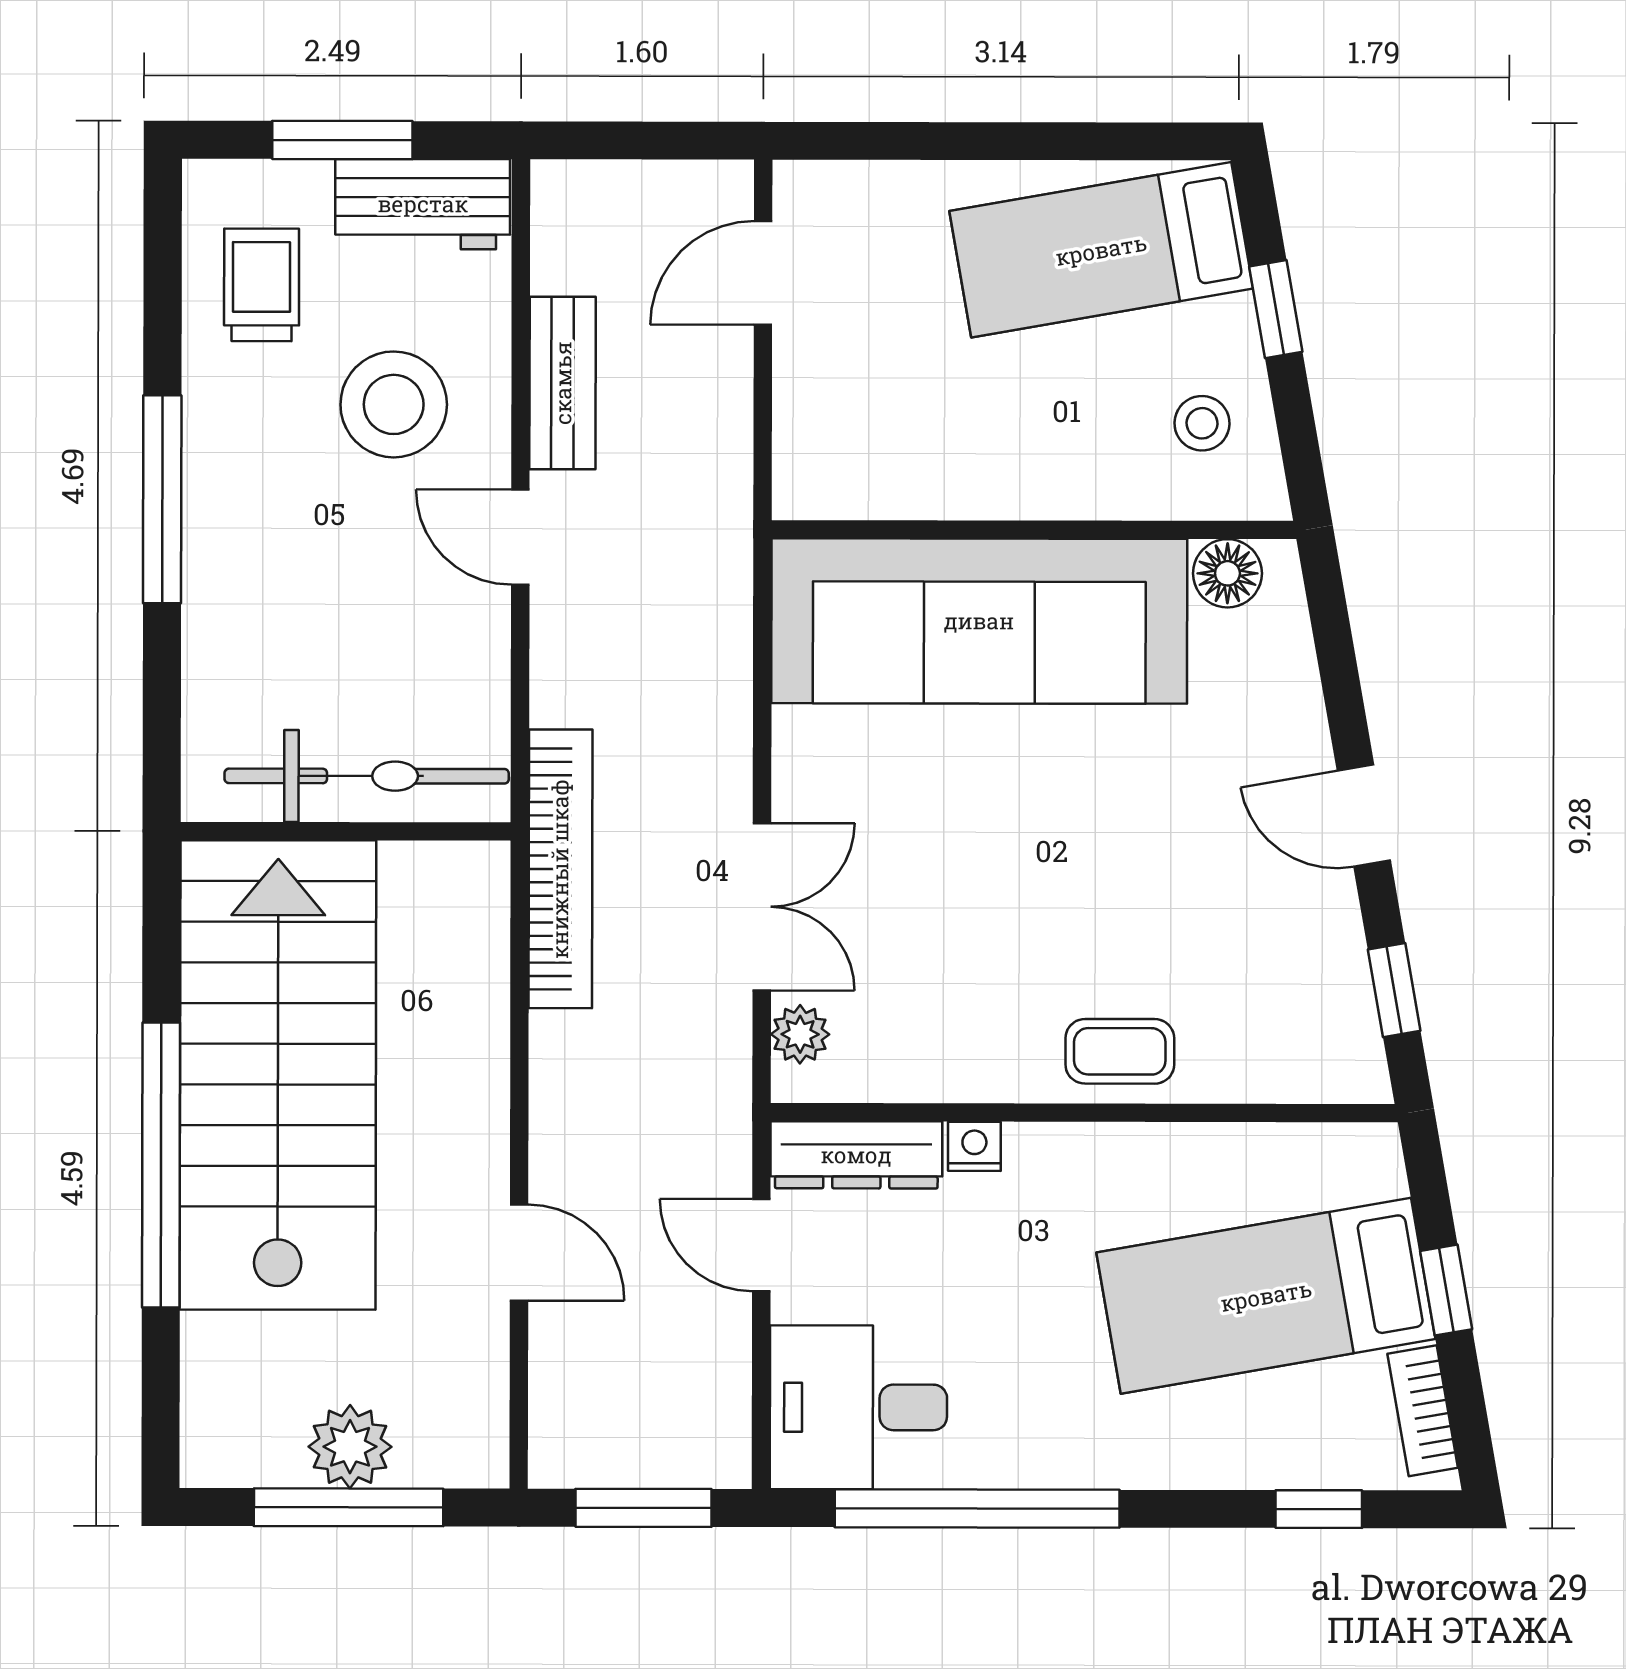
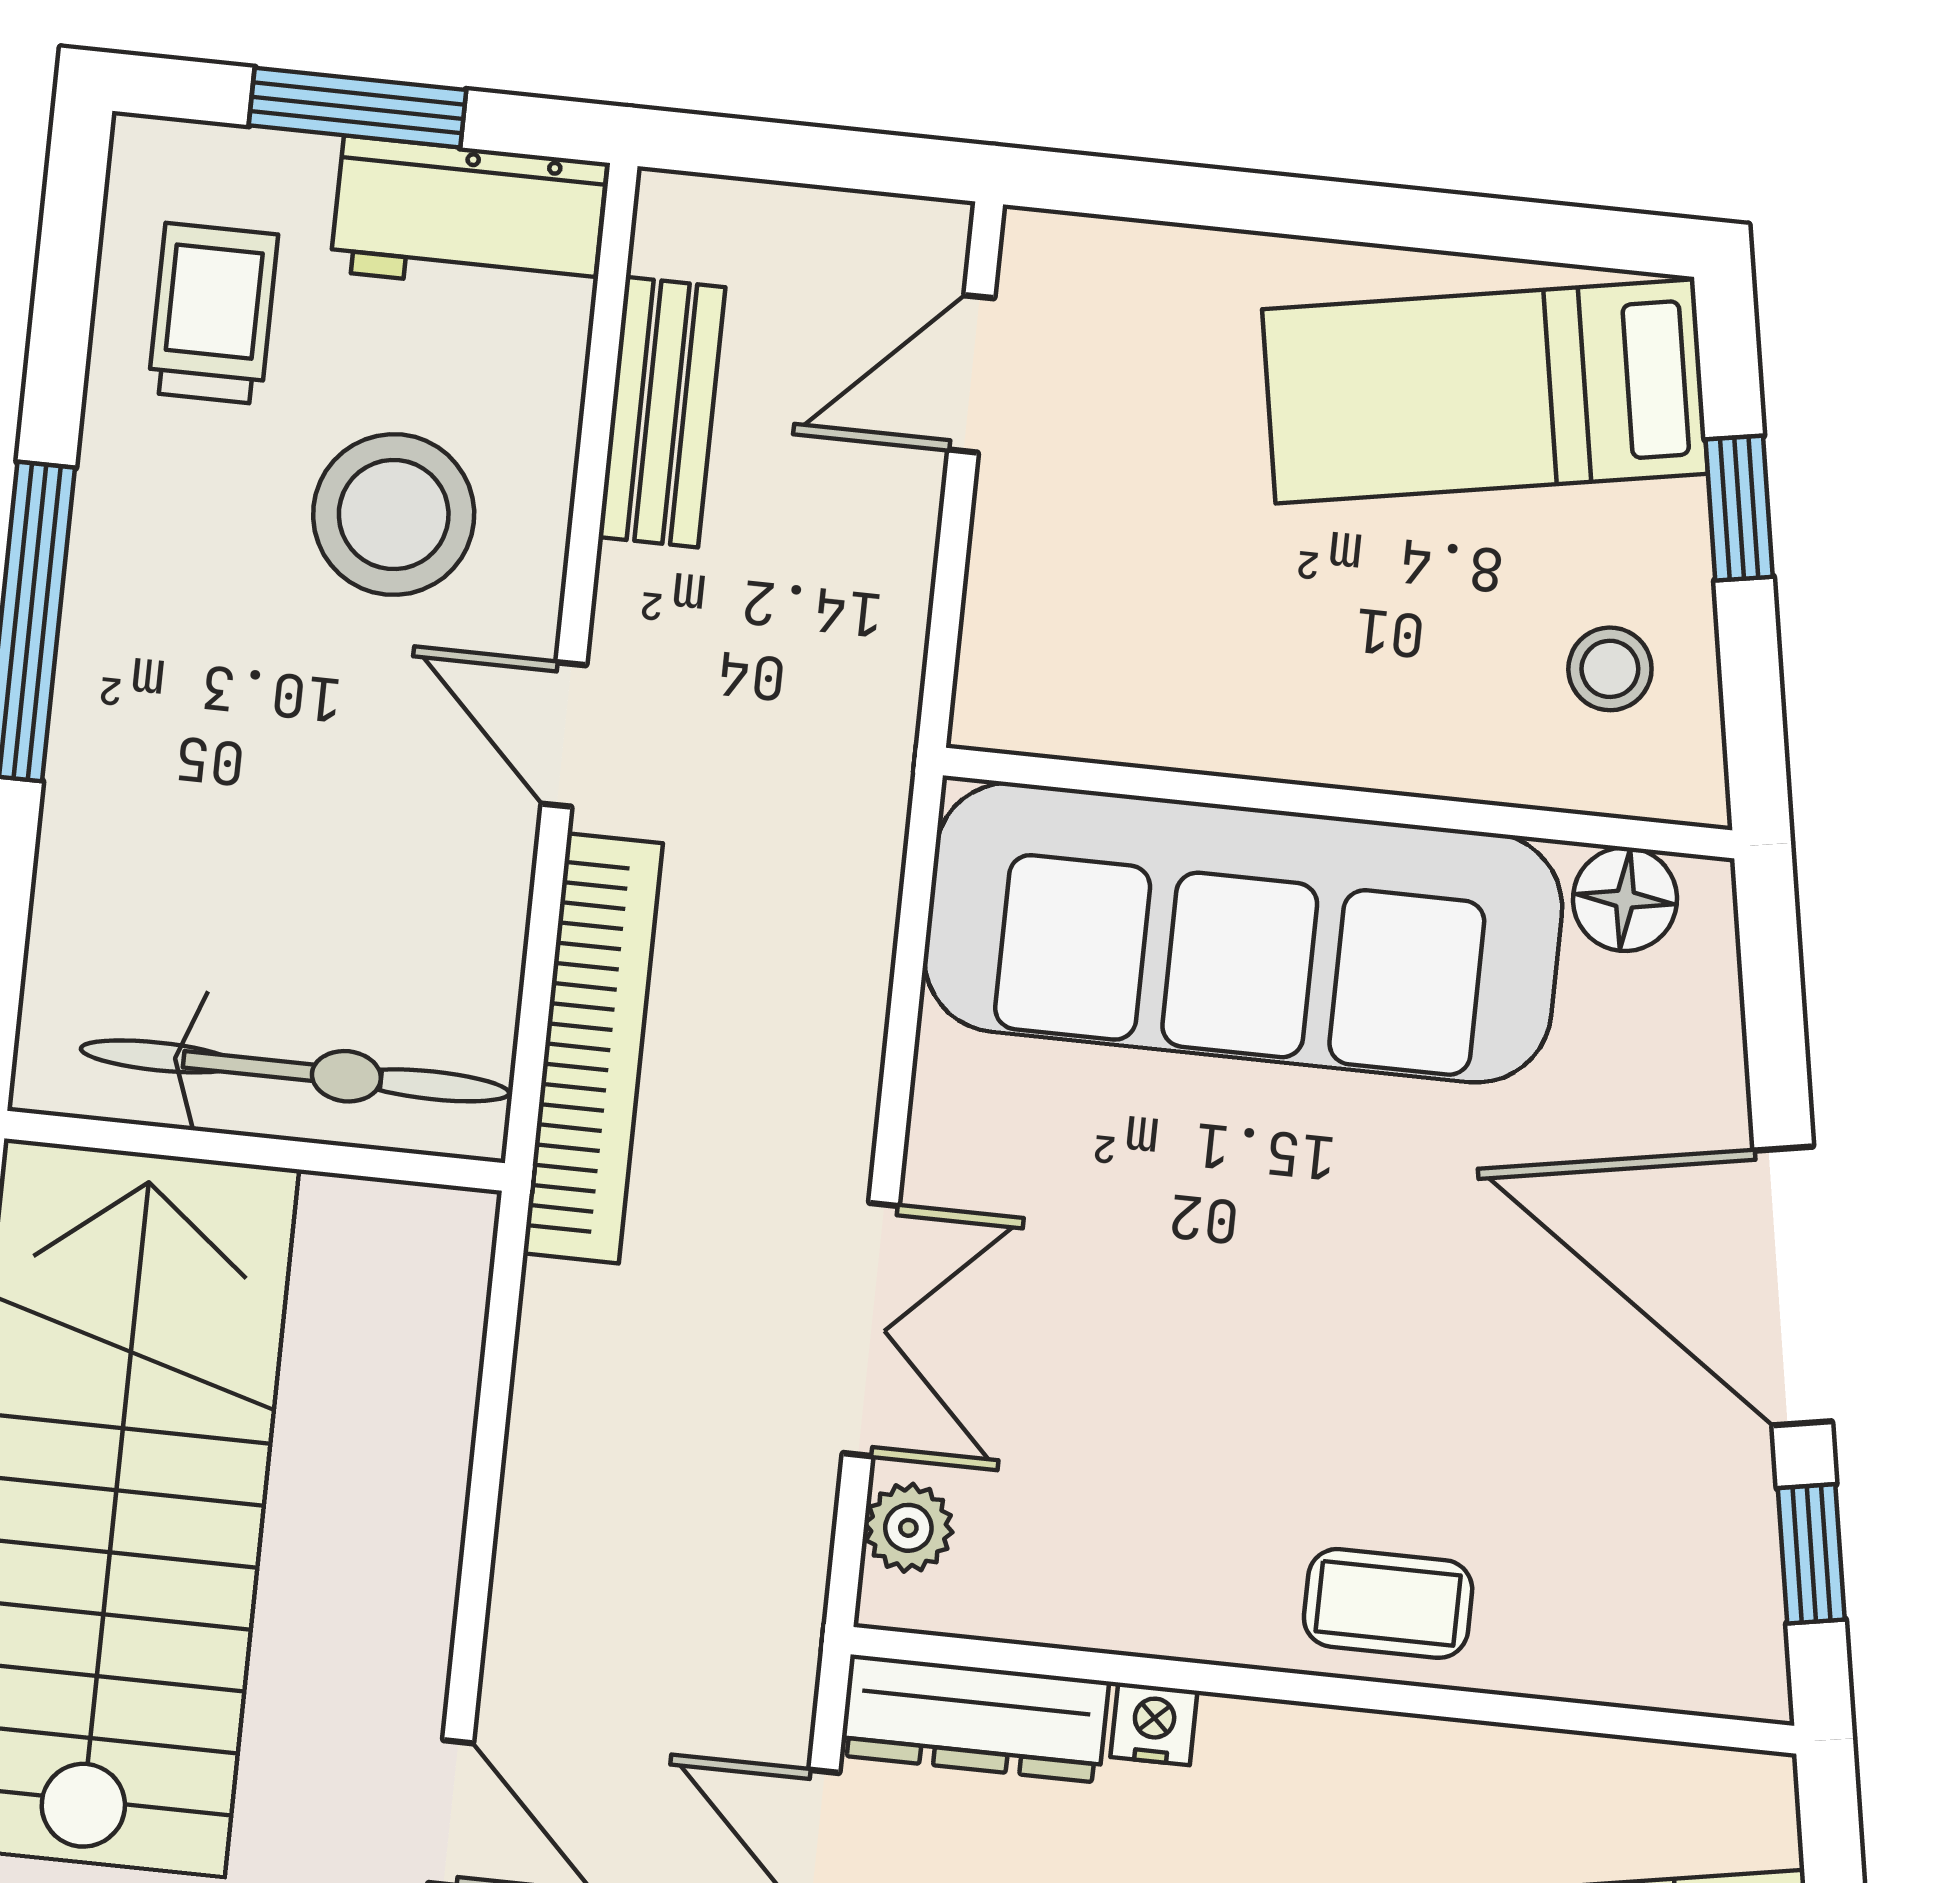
bench: (563, 383) -> (662, 412), moved
door: (1364, 816) -> (1793, 1286), width x1.87
bookcase: (560, 869) -> (593, 1048), moved

